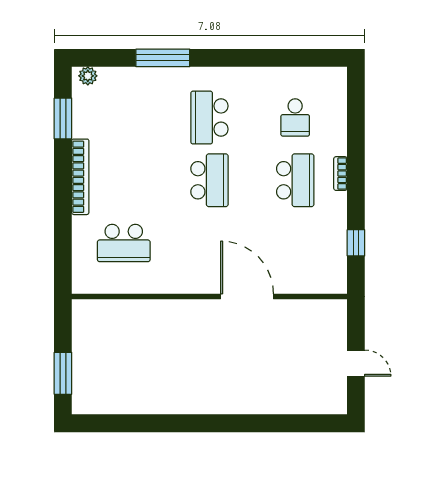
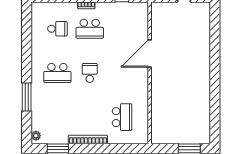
school desk: (209, 180) -> (90, 73), width x0.54
school desk: (295, 180) -> (90, 29), turned 180

